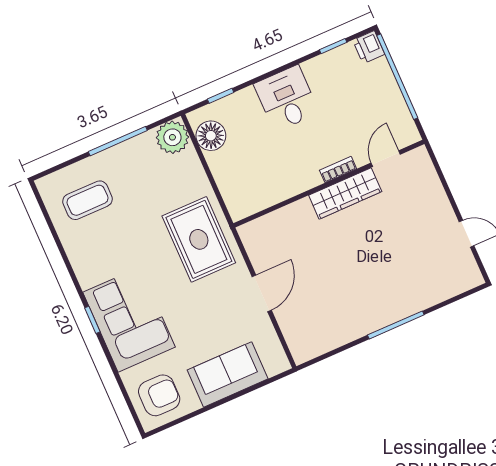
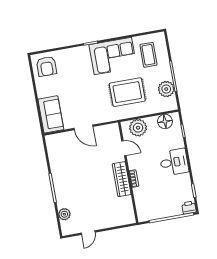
plant: (172, 137) -> (166, 89), moved
door: (386, 159) -> (124, 148), moved
plant: (236, 186) -> (138, 128), added
rug: (199, 239) -> (127, 92), moved
plant: (442, 289) -> (64, 214), added
corner sofa: (129, 320) -> (113, 56), moved
sofa: (228, 374) -> (51, 114), moved

